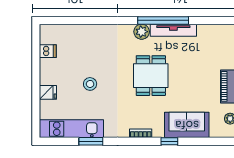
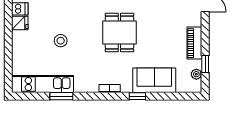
fridge: (48, 92) -> (20, 23), moved

